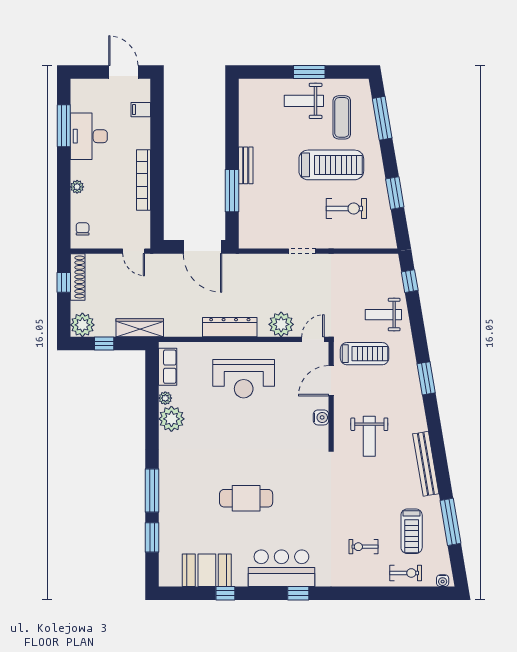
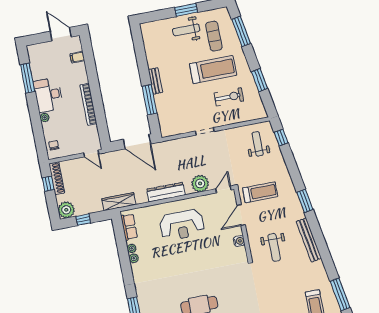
desk: (89, 136) -> (48, 95), moved
weight bench: (383, 315) -> (258, 144), moved, turned 90
wardrobe: (140, 328) -> (119, 202), moved
plant: (171, 419) -> (134, 258), width x0.53, depth x0.53
bench: (426, 464) -> (309, 240), moved

